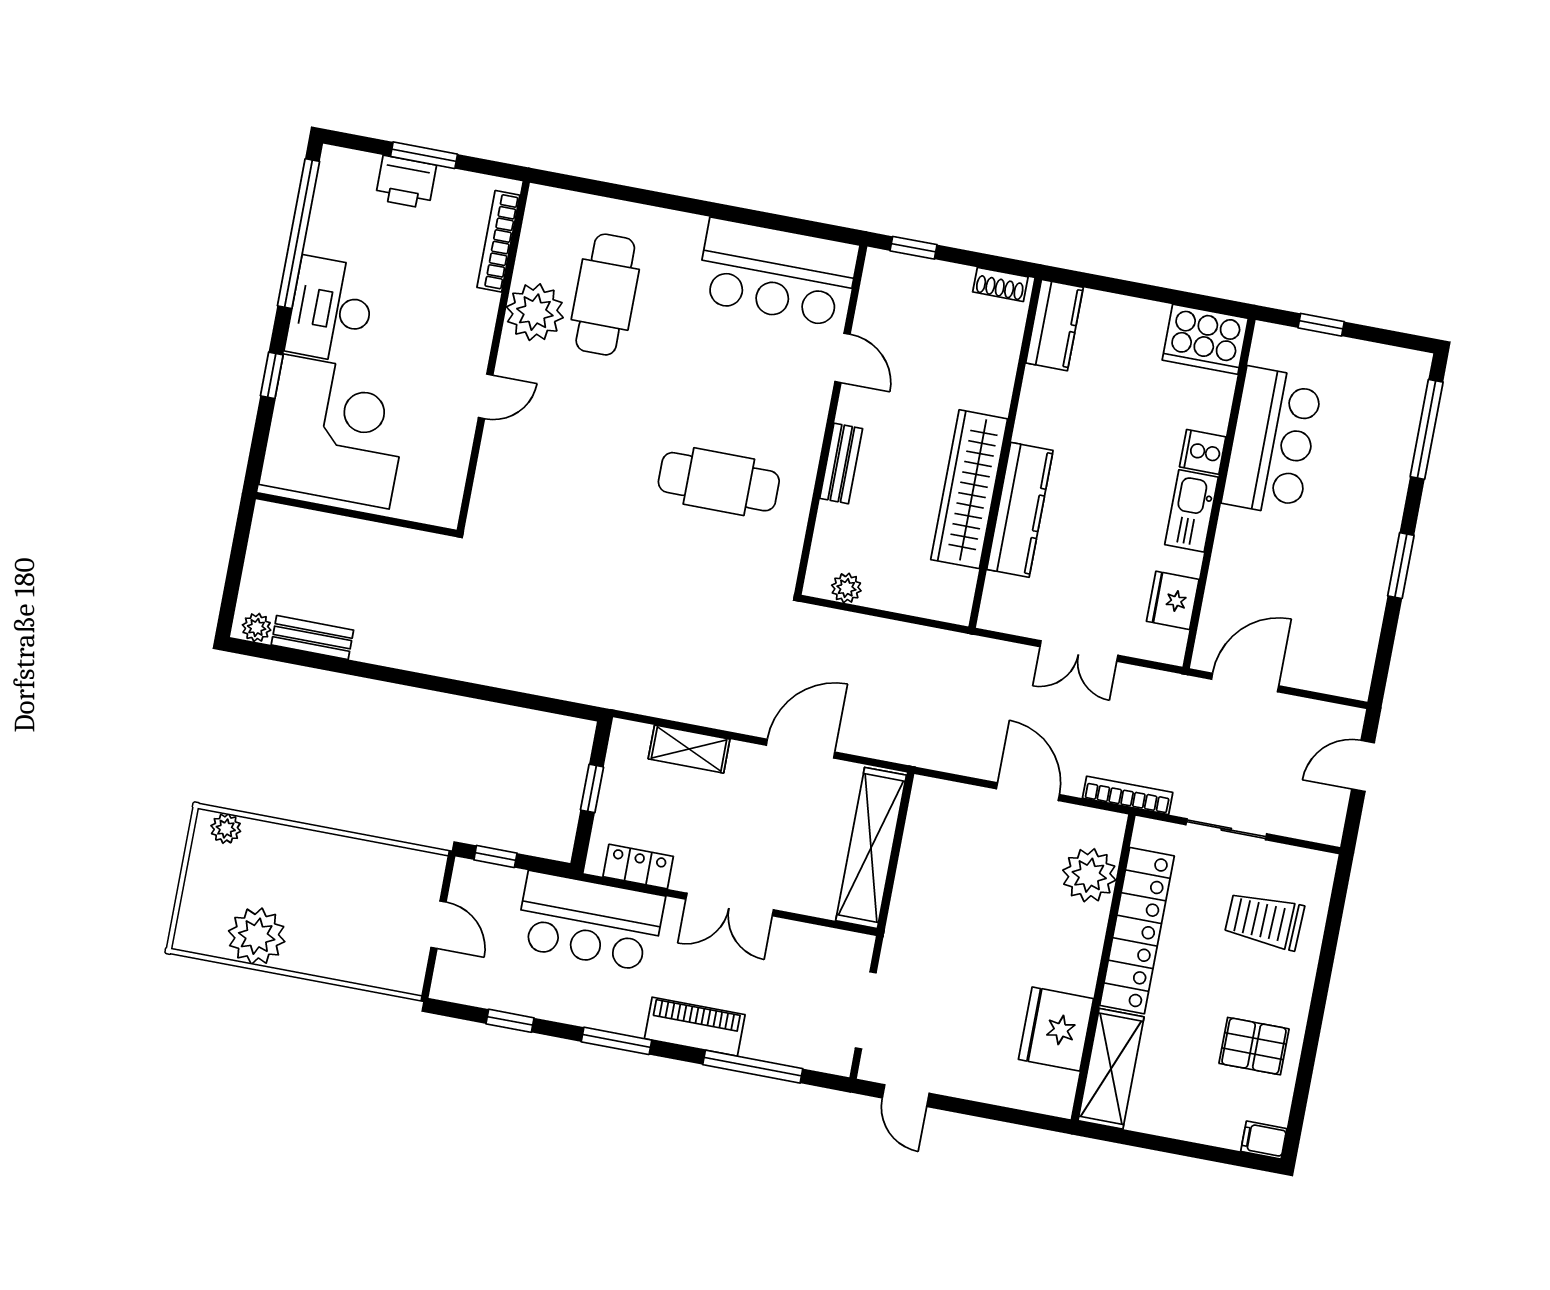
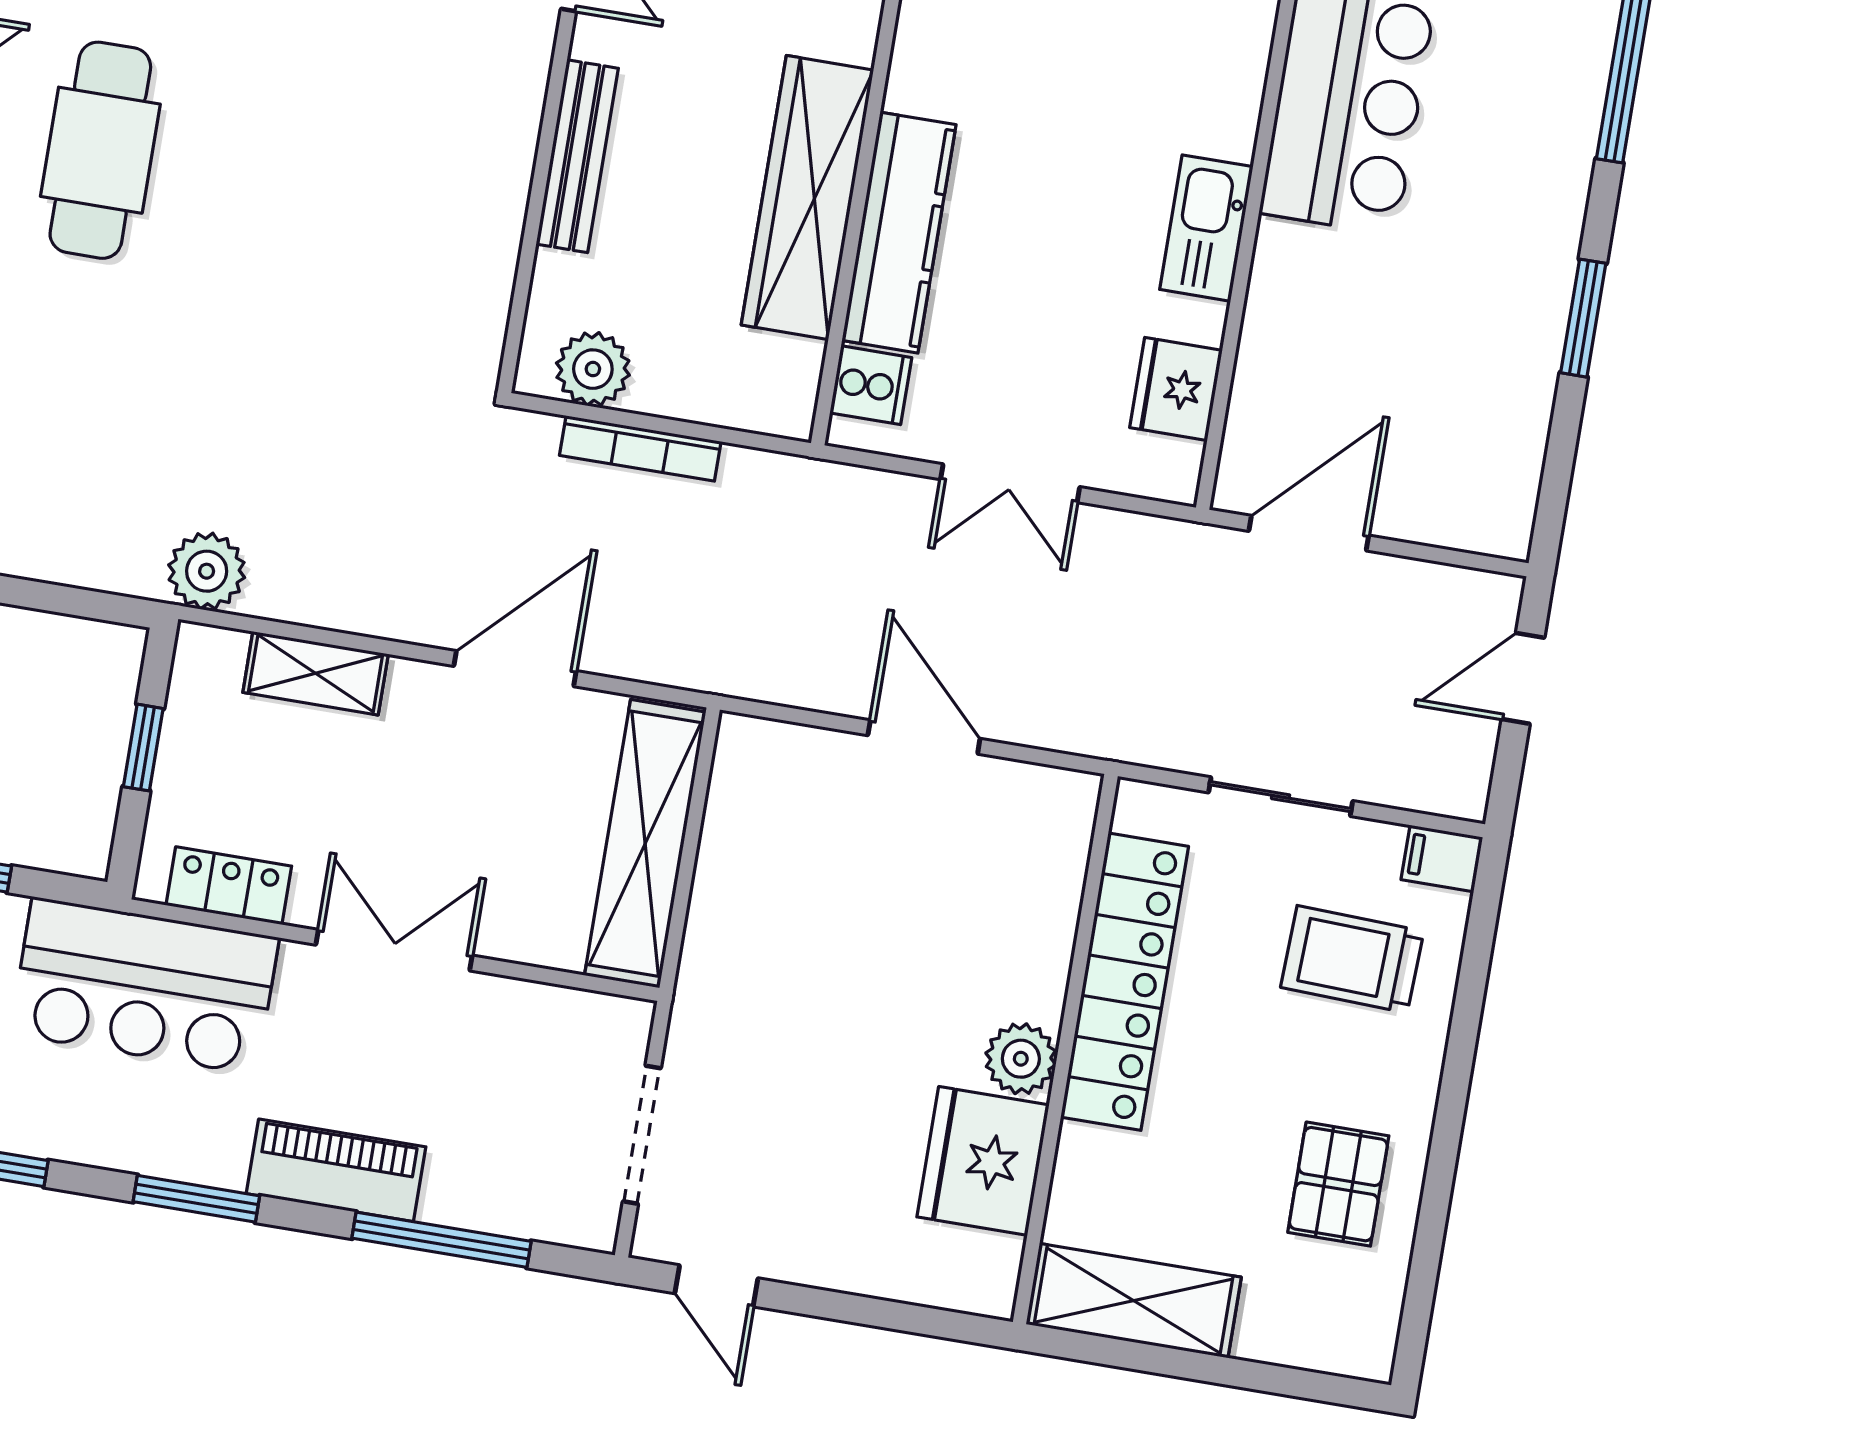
cooker: (1203, 452) -> (871, 385), moved, turned 180
bench: (841, 463) -> (577, 156), width x1.36
cafe table: (719, 482) -> (100, 150), moved, turned 90
plant: (846, 588) -> (593, 369), width x1.38, depth x1.38
plant: (629, 691) -> (207, 571), added
bookcase: (1128, 795) -> (640, 448), moved, turned 180
plant: (1089, 875) -> (1021, 1059), moved, width x0.73, depth x0.73
double door: (730, 904) -> (394, 950), swing flipped
pallet: (1254, 1046) -> (1338, 1184), turned 90
shelving: (1111, 1069) -> (1134, 1301), moved, turned 90
filing cabinet: (1264, 1140) -> (1442, 859), moved

